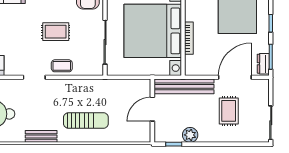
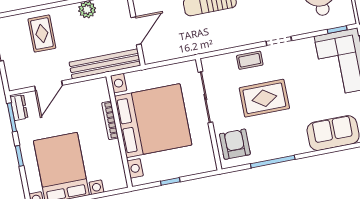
rug: (56, 32) -> (264, 98), width x1.36, depth x1.43
door: (235, 77) -> (48, 86), width x0.73
rug: (229, 111) -> (42, 34), moved

